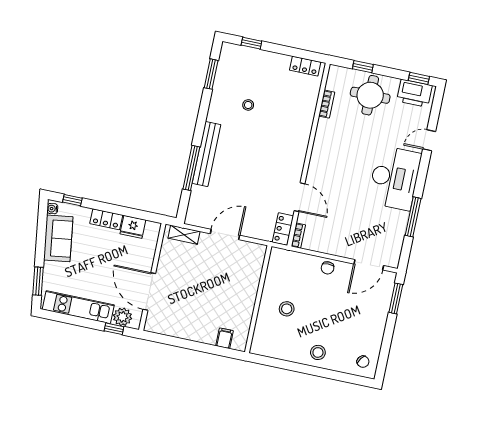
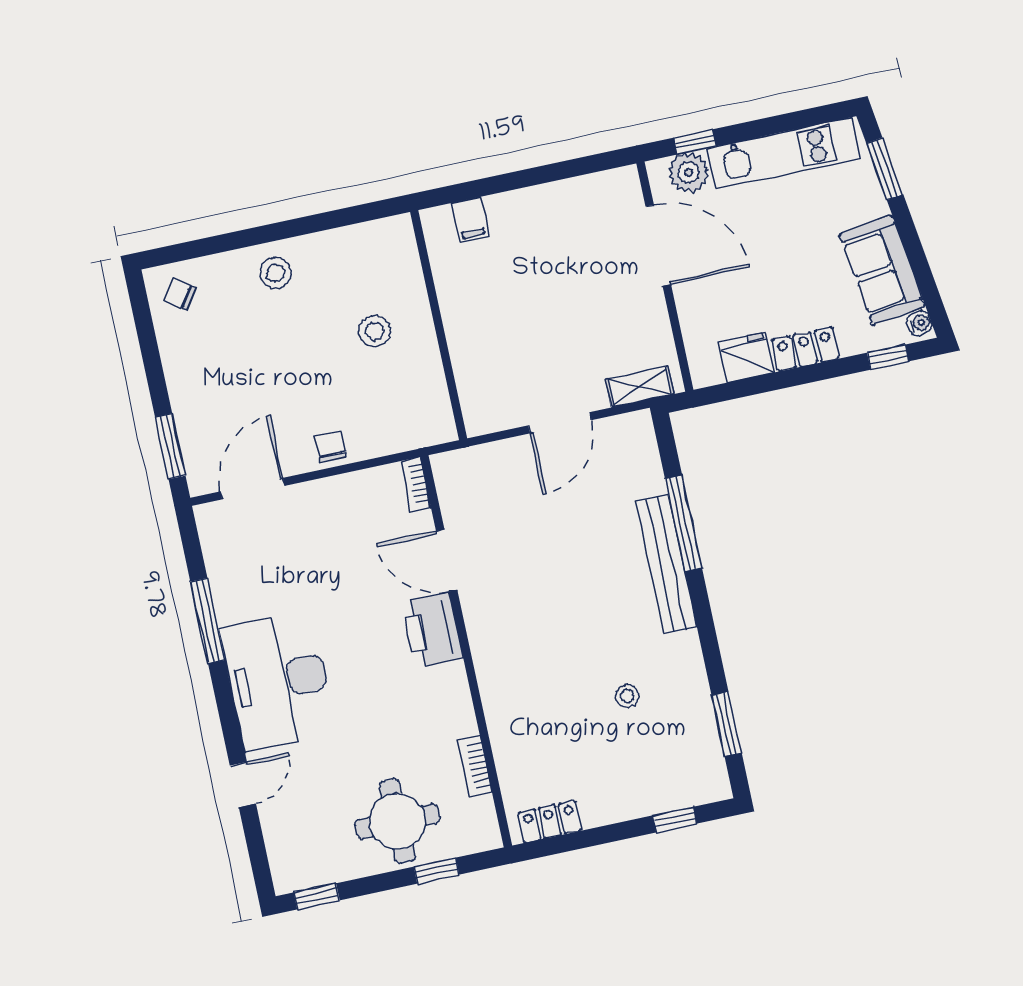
printer: (414, 93) -> (432, 630), moved, turned -90
locker: (283, 229) -> (451, 484), removed

